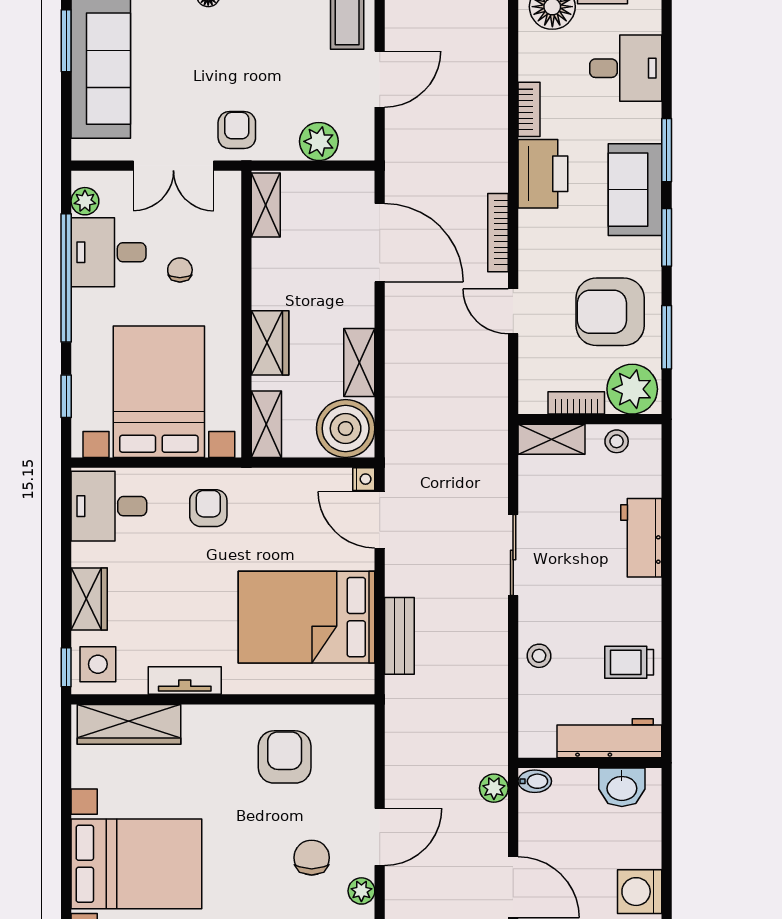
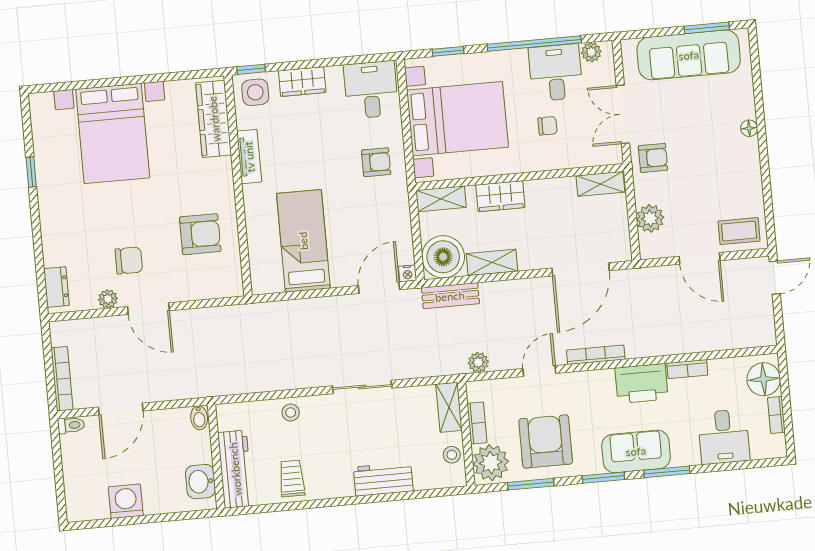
bed: (307, 617) -> (303, 241), width x0.67
bench: (399, 636) -> (450, 296), moved
plant: (494, 788) -> (478, 362), moved

